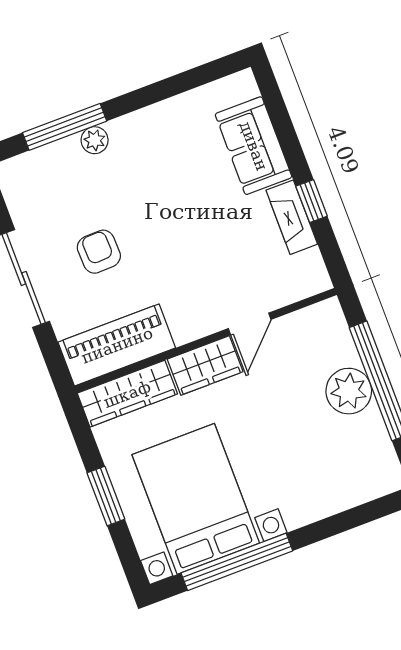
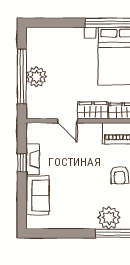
plant: (95, 140) -> (109, 218), width x1.88, depth x1.88
door: (250, 324) -> (68, 121), swing flipped

